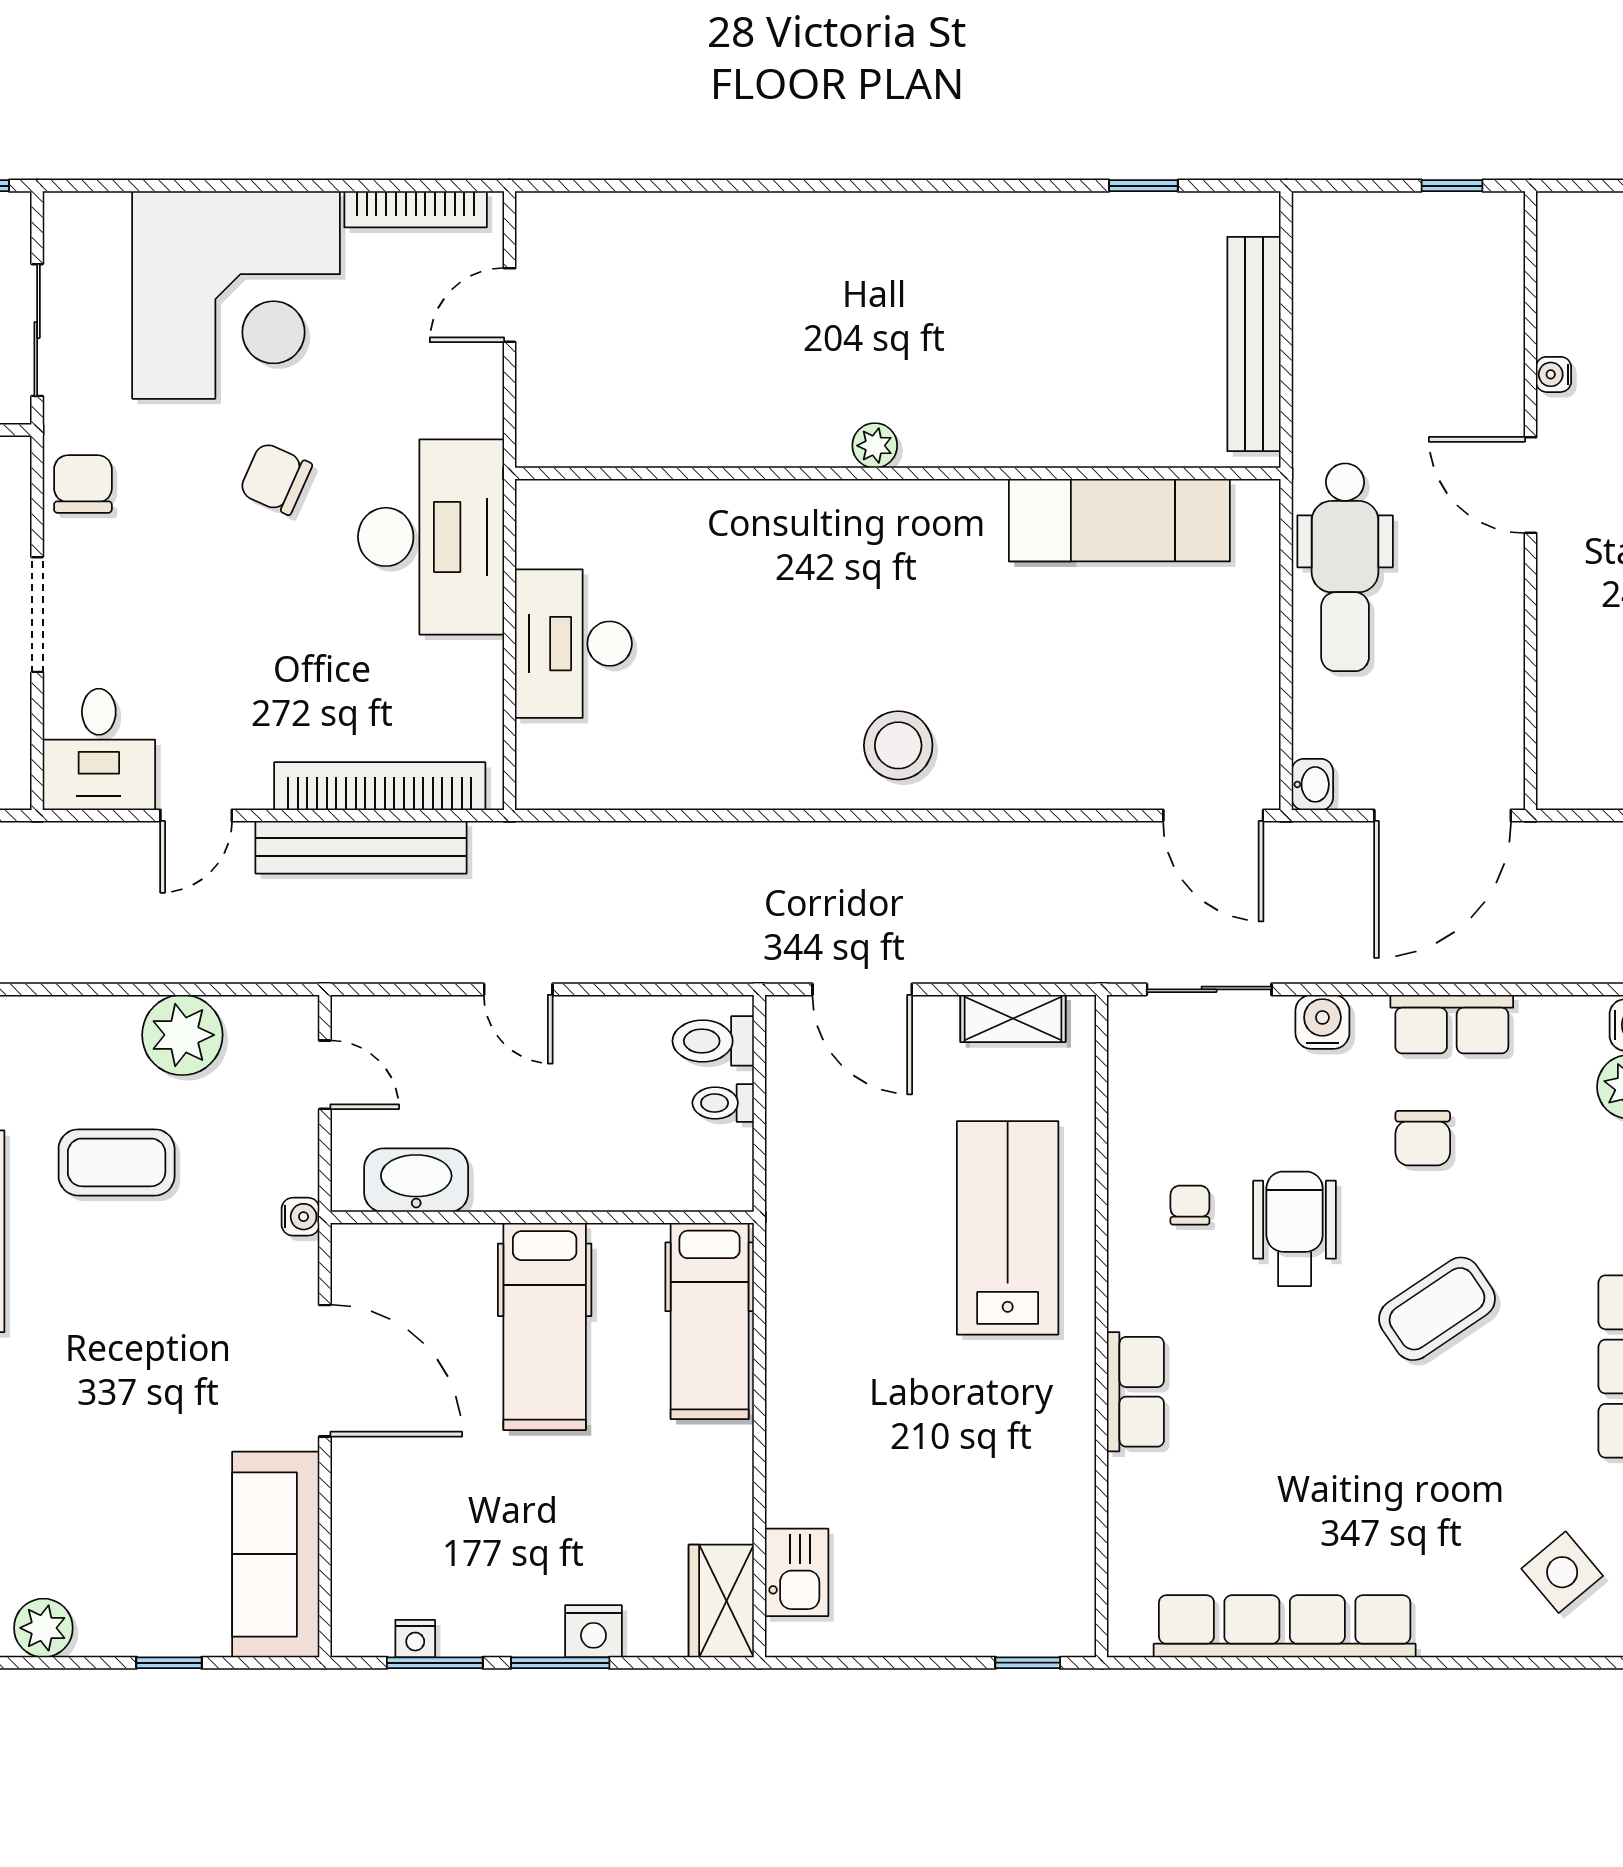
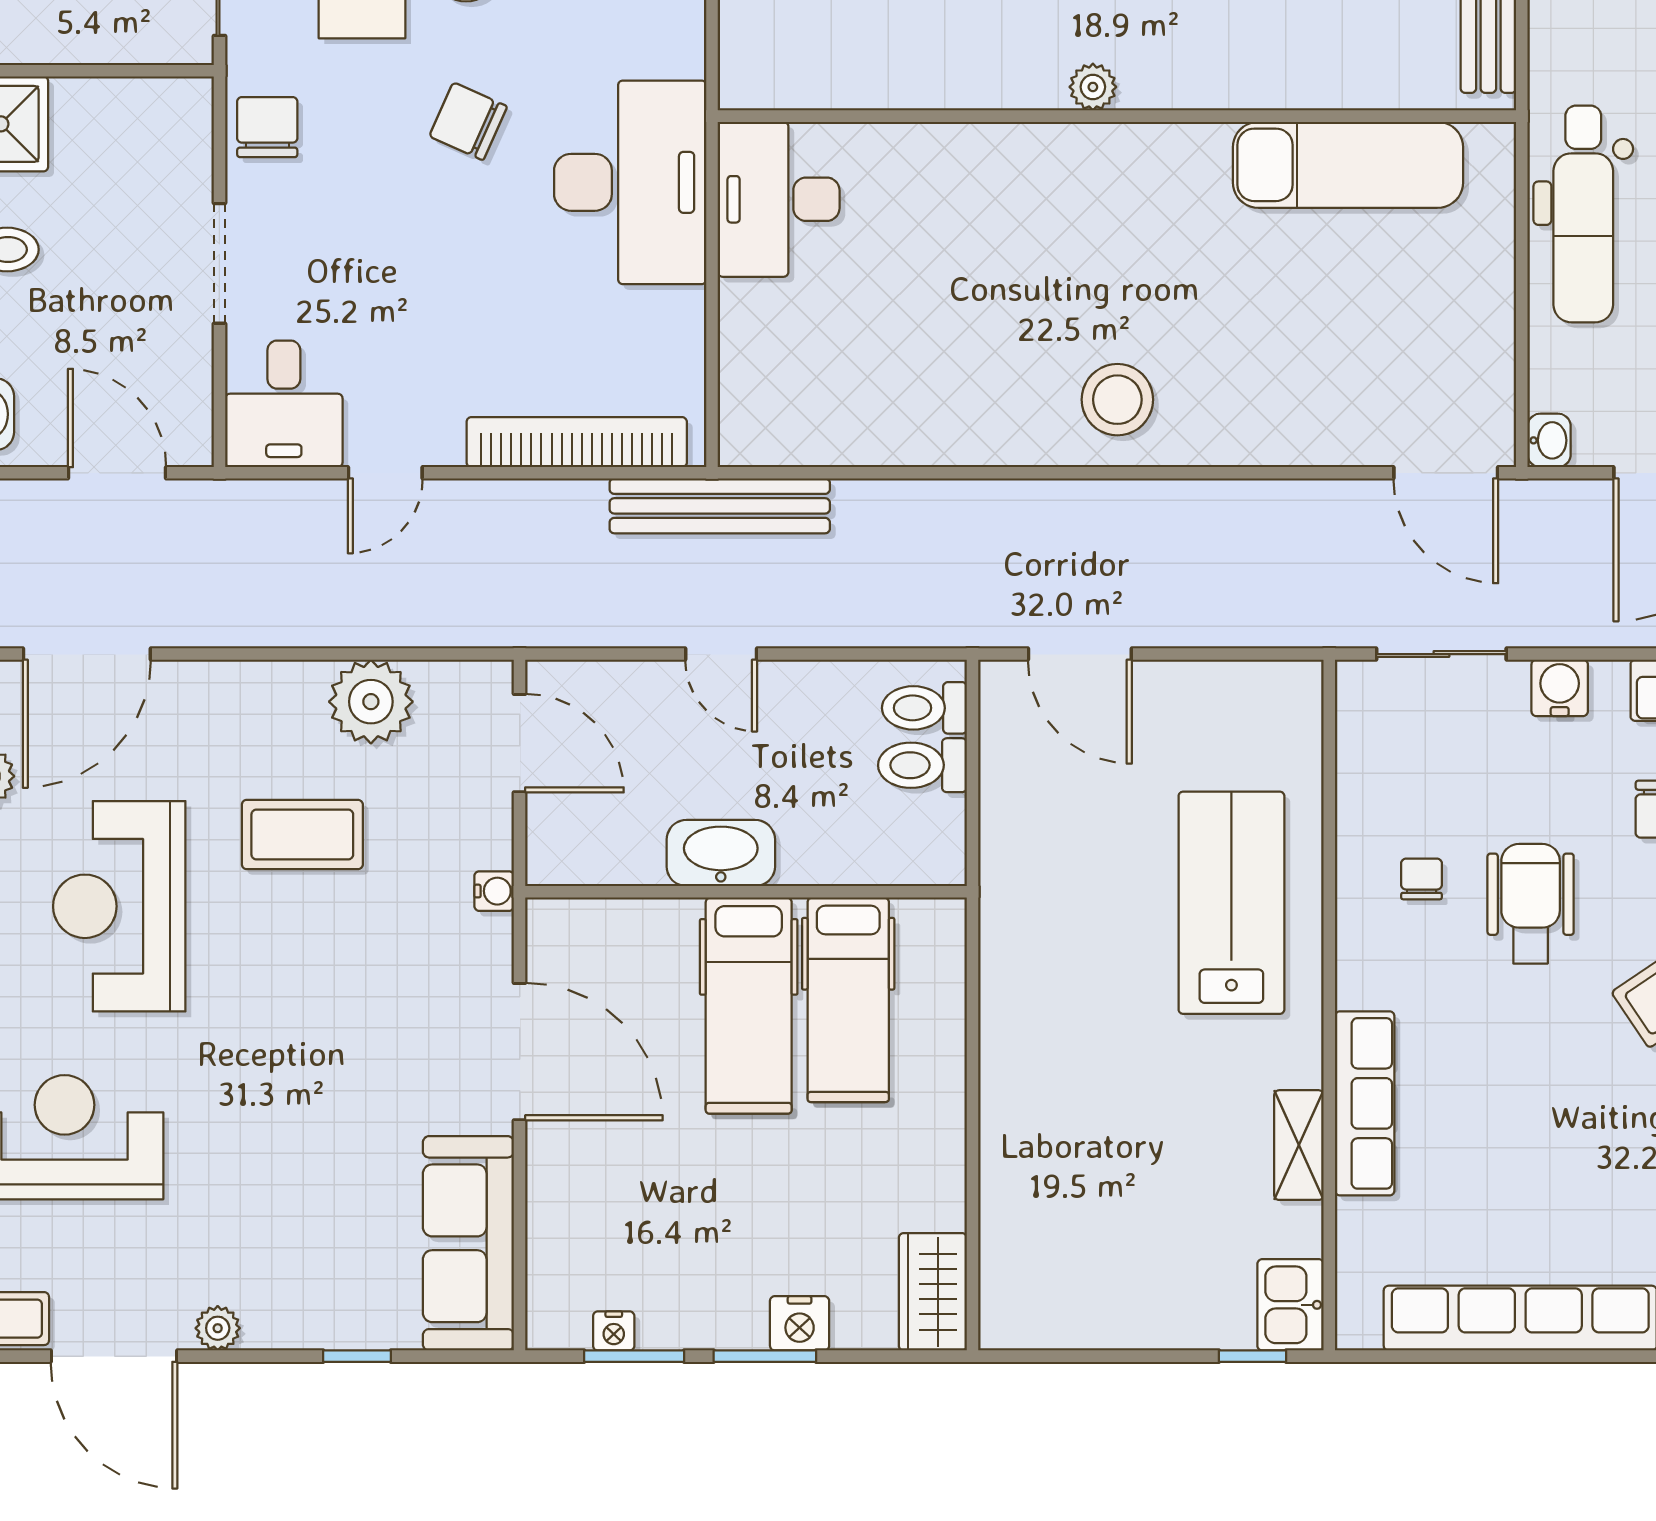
desk: (573, 644) -> (779, 199), moved
bench: (361, 847) -> (720, 506), moved
shelving: (1013, 1018) -> (1299, 1145), moved, turned 90
door: (325, 1075) -> (520, 743), width x1.38
toilet: (723, 1103) -> (922, 765), width x1.37, depth x1.39
washbasin: (416, 1180) -> (721, 853), moved
hospital bed: (710, 1321) -> (848, 1000), moved
row of seats: (1135, 1392) -> (1365, 1103), width x1.48
kitchen sink: (797, 1572) -> (1291, 1305), moved, turned 180
plant: (43, 1628) -> (218, 1328), width x0.73, depth x0.73

